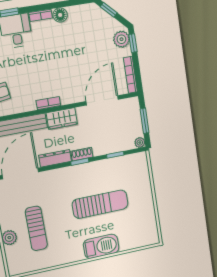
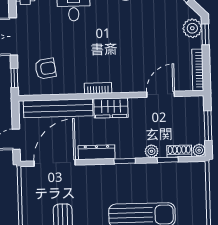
door: (102, 100) -> (161, 94), width x0.73
plant: (101, 150) -> (152, 151), added
shoe rack: (82, 154) -> (179, 151), moved

